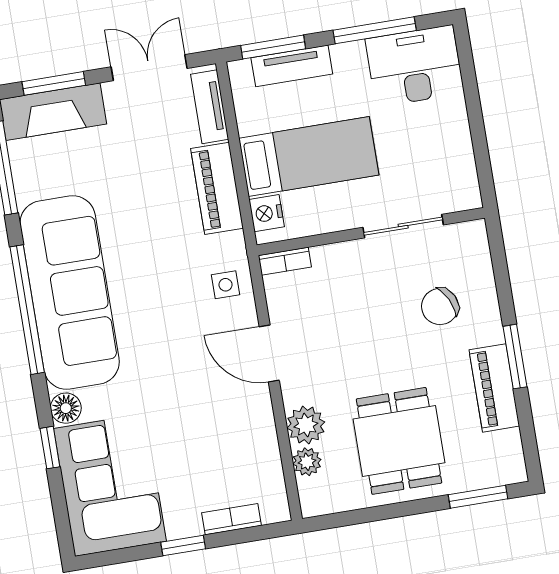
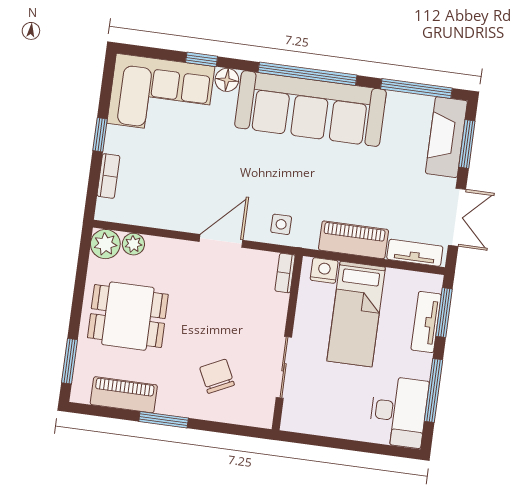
piano: (494, 388) -> (124, 395), moved
plant: (306, 425) -> (105, 244), moved

